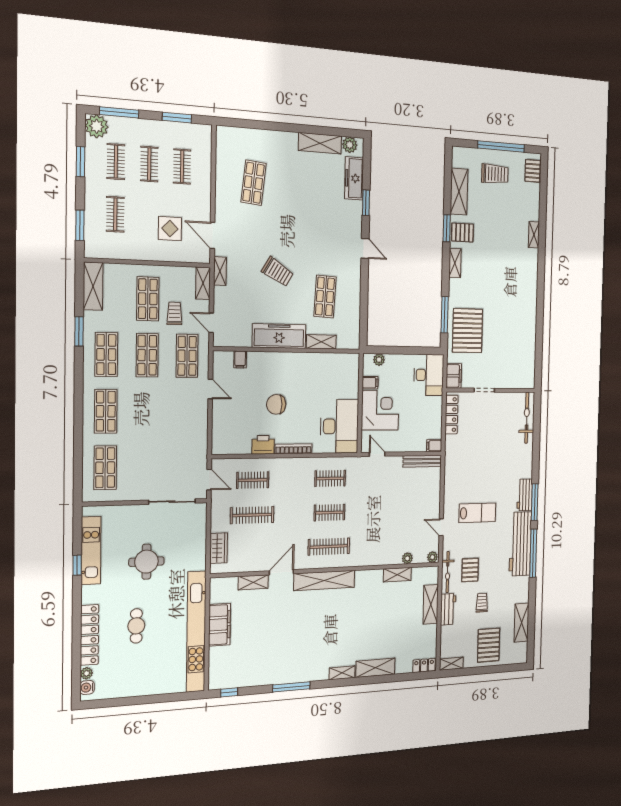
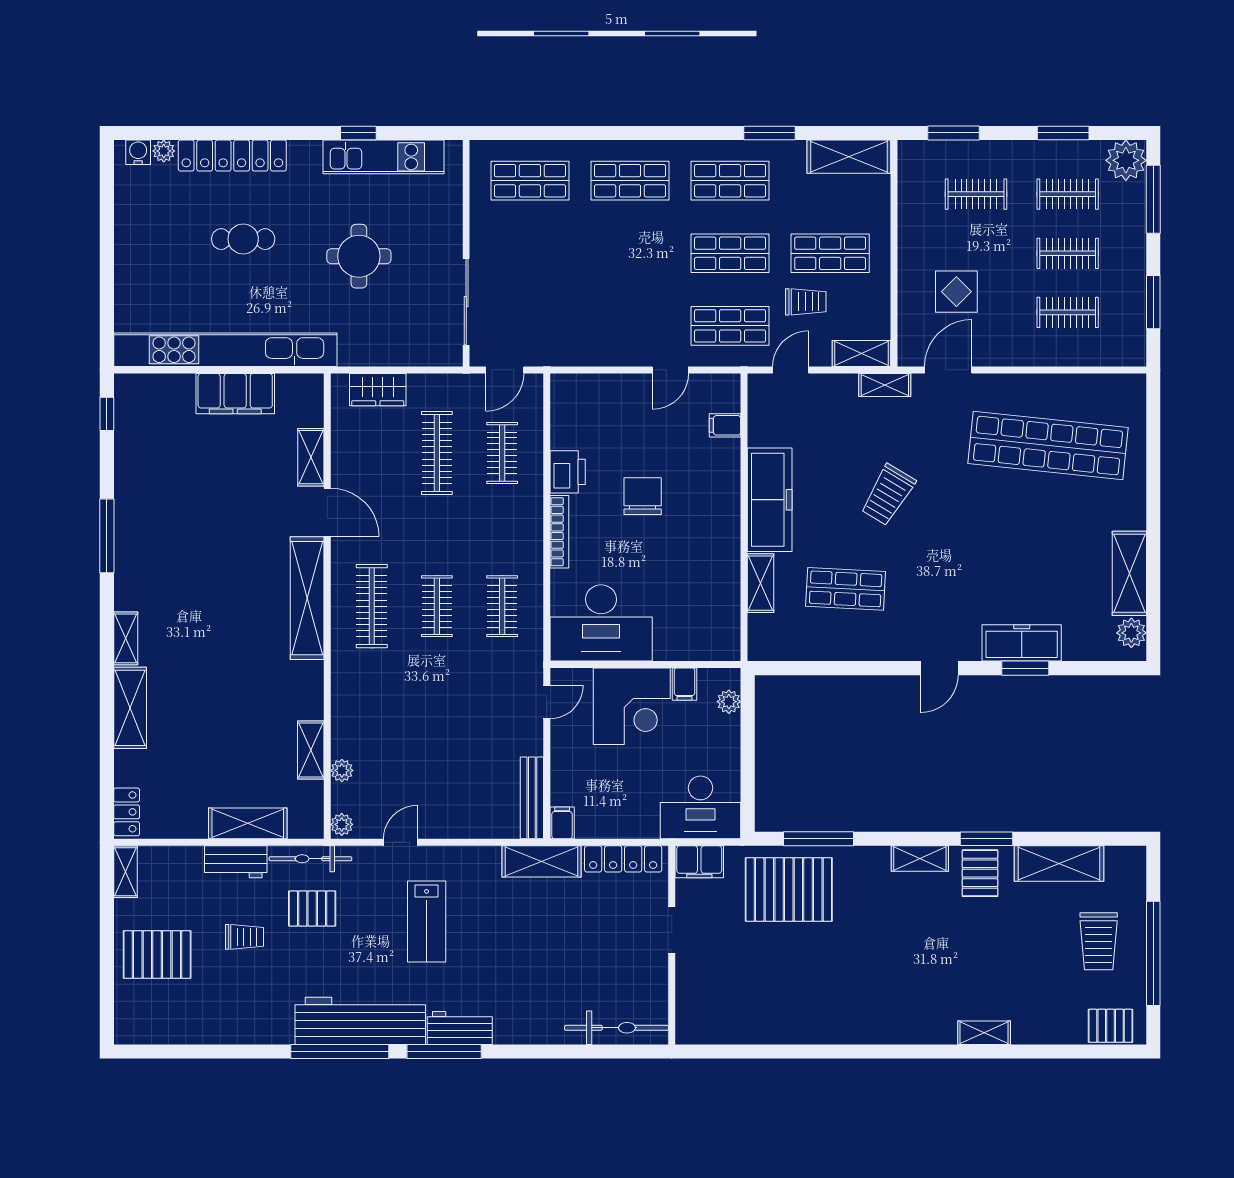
freezer: (354, 178) -> (1022, 643), moved
shop shelf: (253, 183) -> (1048, 446), width x2.00, depth x1.36
shelving: (522, 623) -> (541, 861), moved

